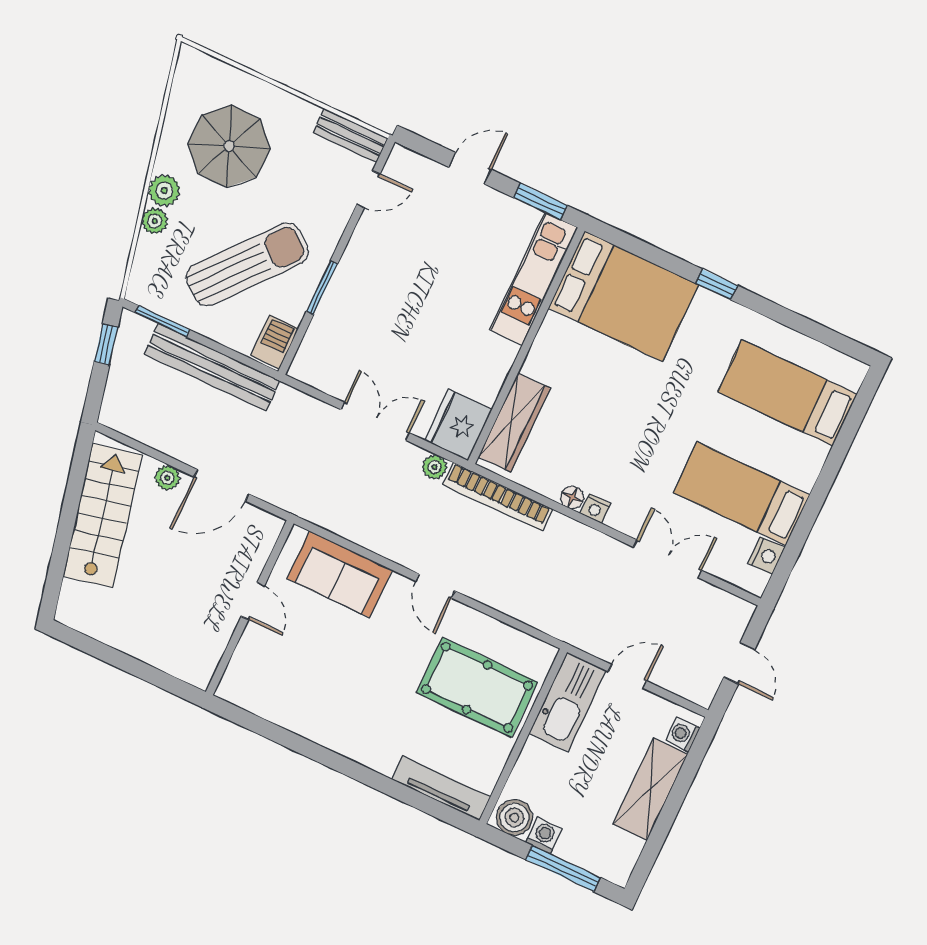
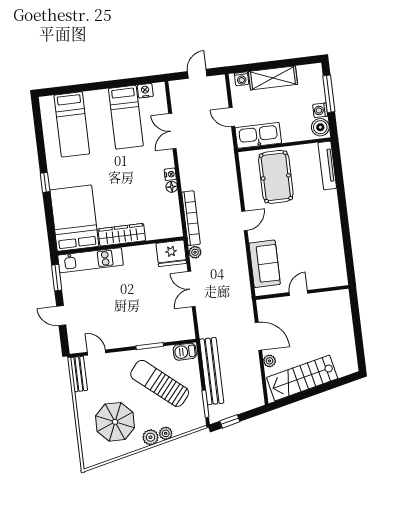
wardrobe: (514, 422) -> (122, 235), moved

